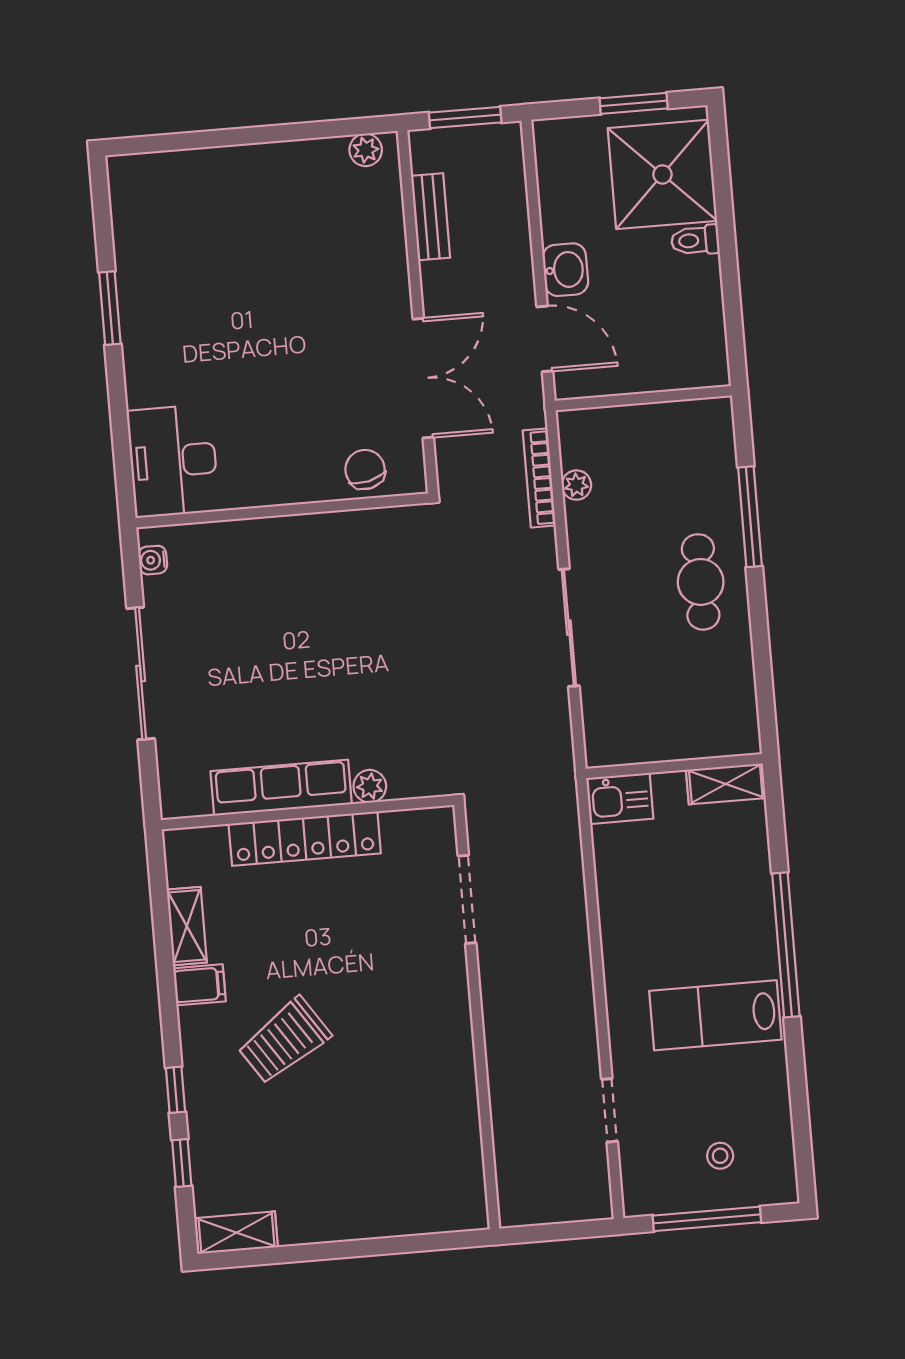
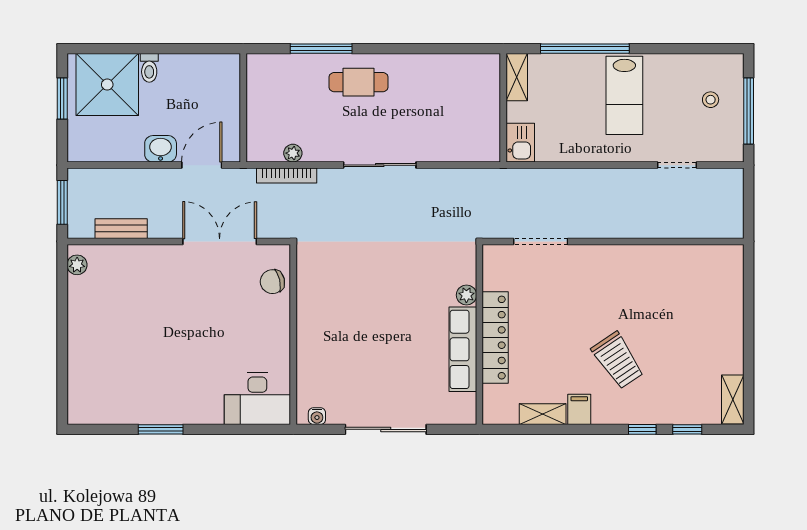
wall: (674, 766) -> (503, 108), moved
shelving: (726, 784) -> (517, 77), moved
kitchen sink: (620, 798) -> (520, 143), moved

